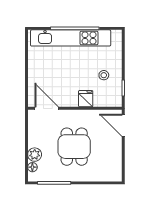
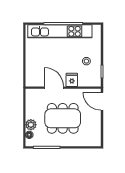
door: (47, 108) -> (54, 88), moved
dining table: (74, 147) -> (63, 118), width x1.38

